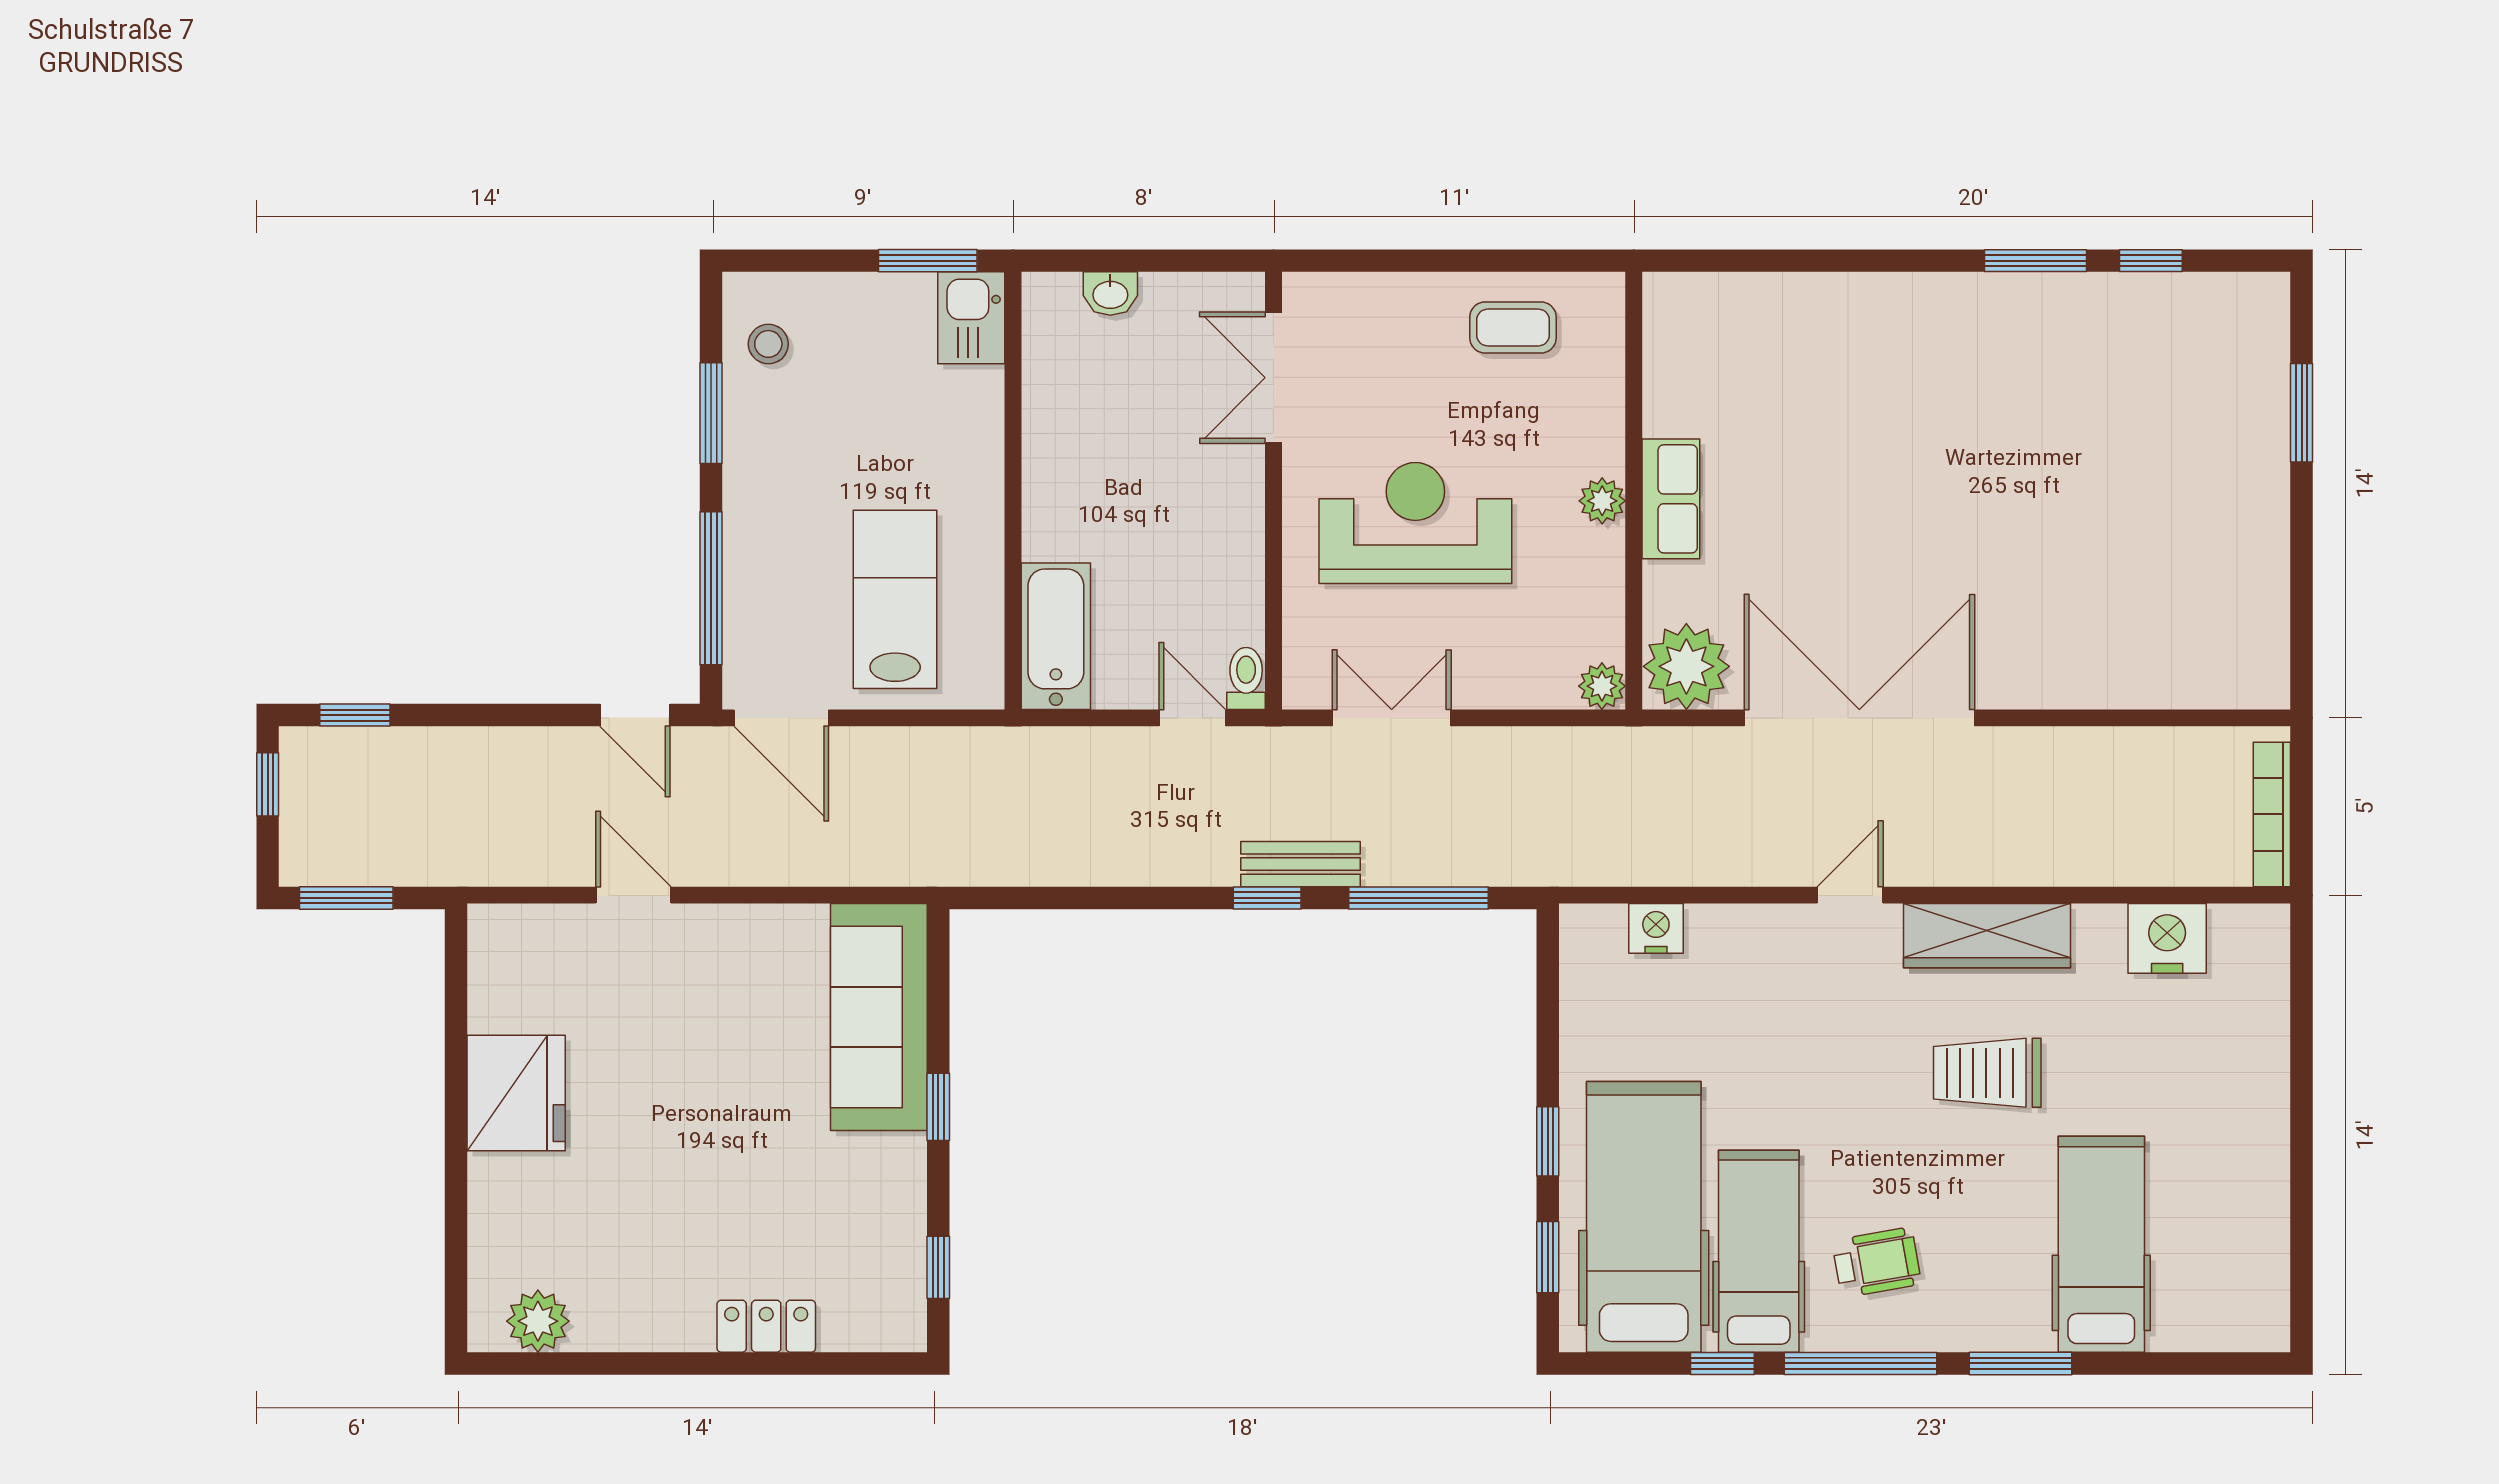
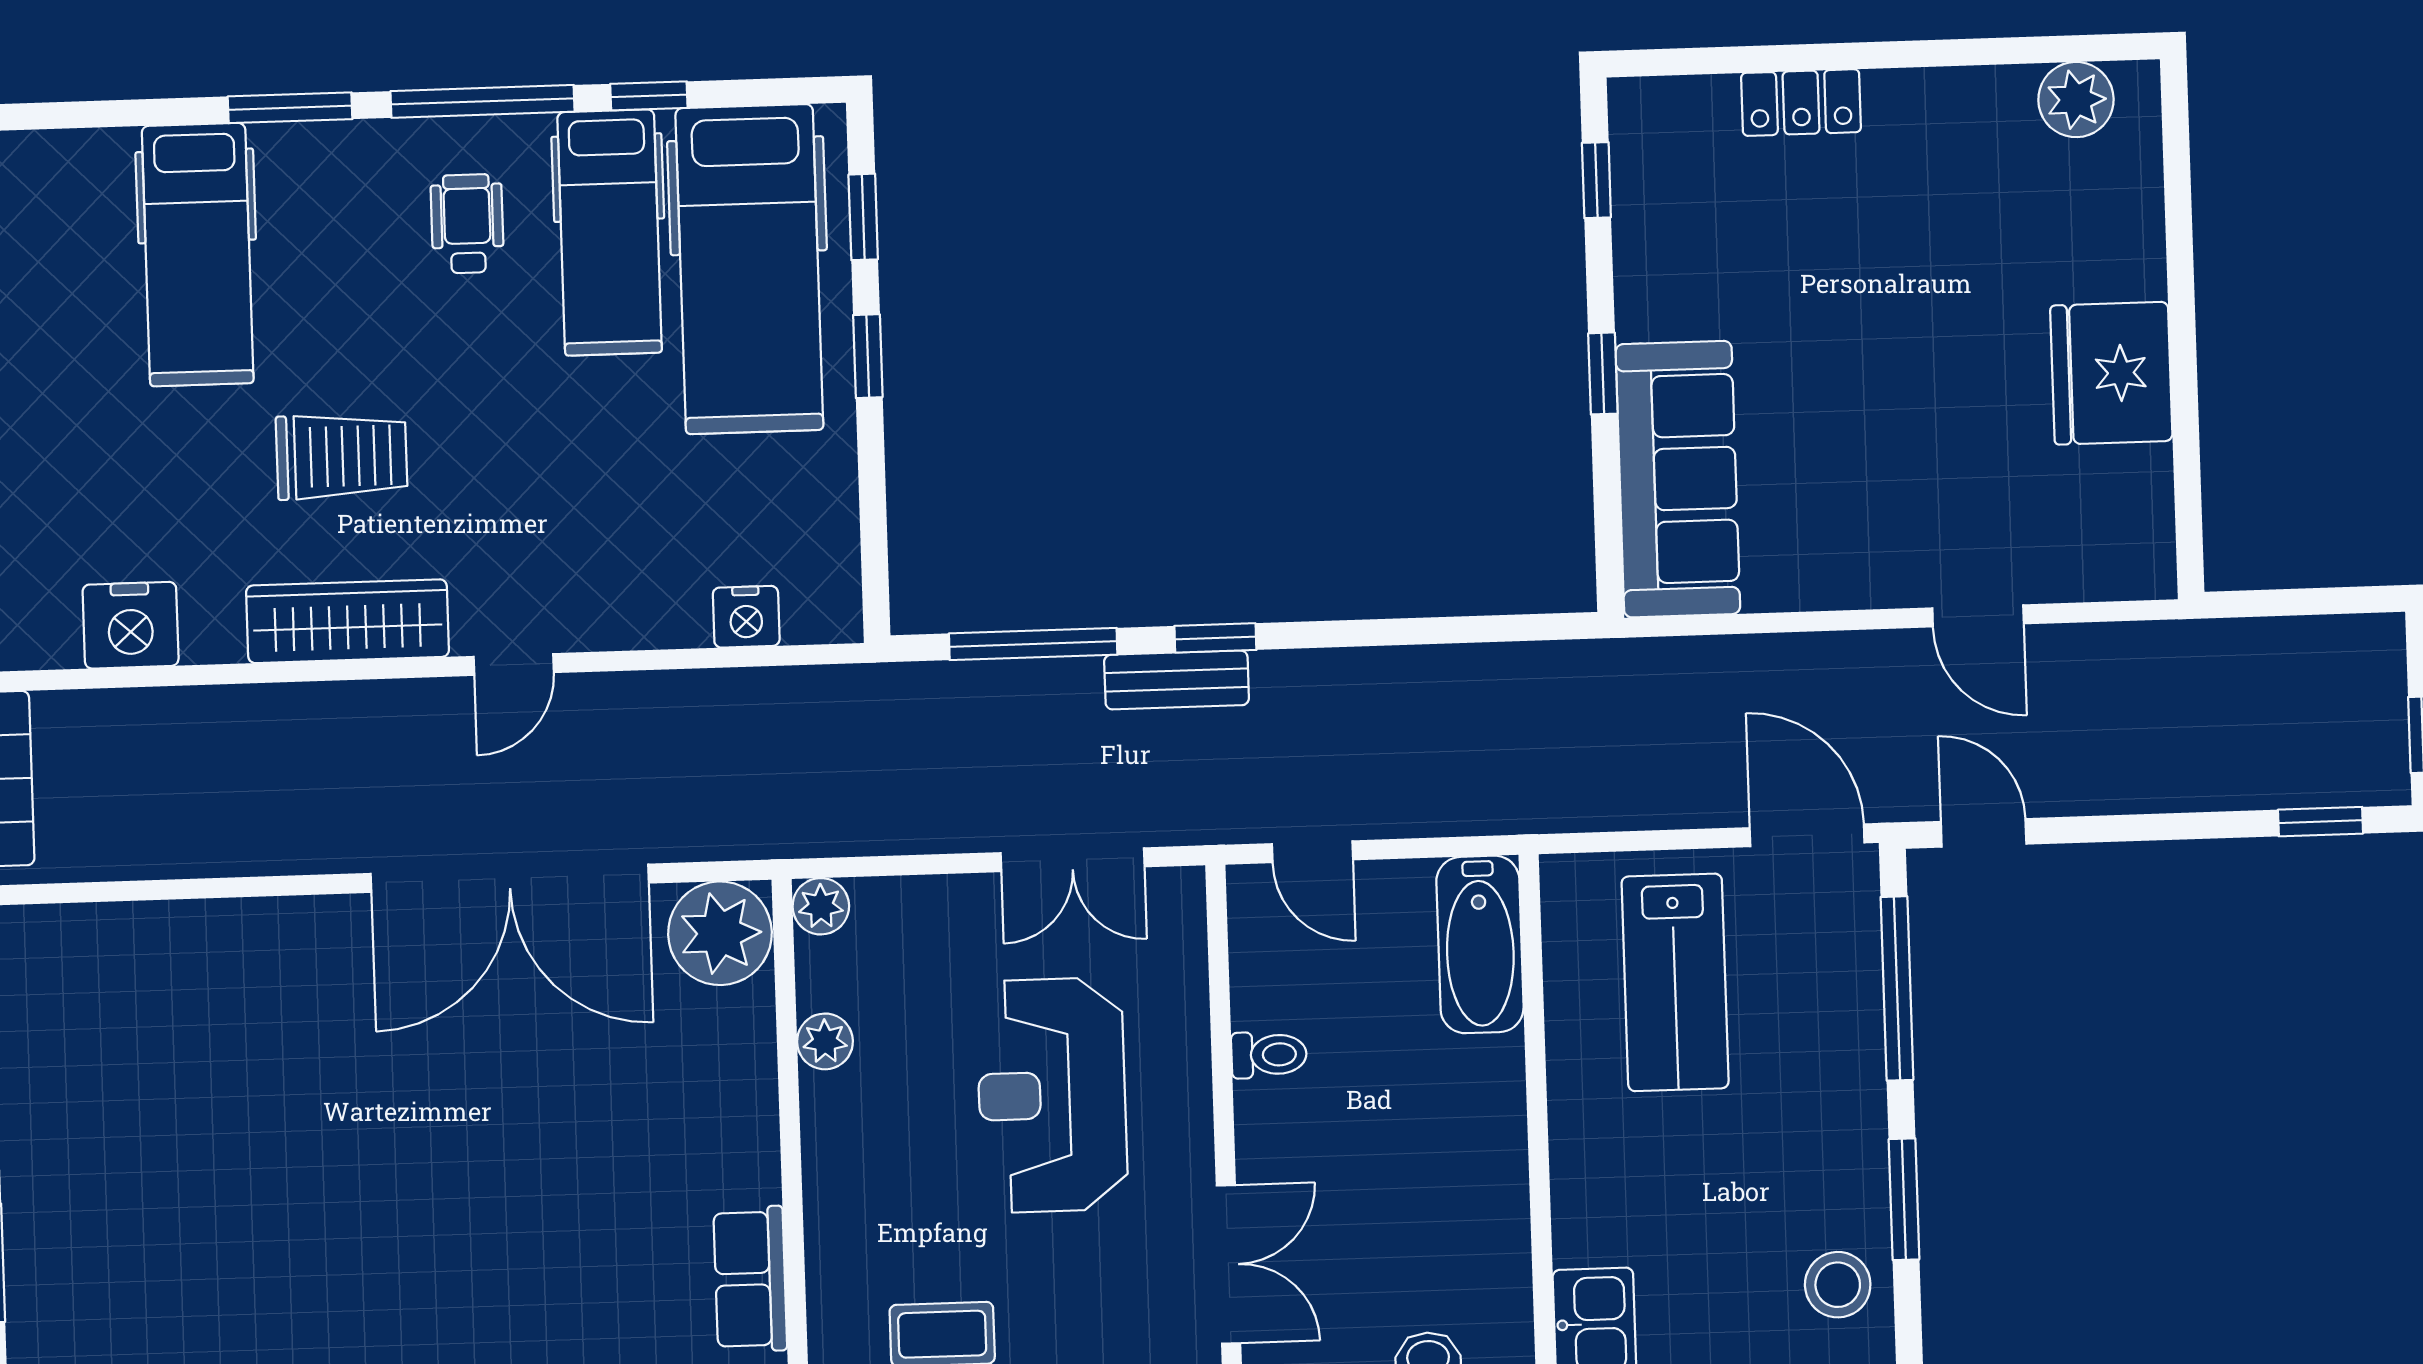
stool: (768, 344) -> (1838, 1285), width x1.37, depth x1.37
row of seats: (1671, 499) -> (750, 1279), moved
plant: (1602, 501) -> (825, 1041), moved
reception desk: (1415, 523) -> (1052, 1095), turned 90
toilet: (1246, 678) -> (1269, 1055), moved, turned -90
window: (346, 898) -> (2323, 601), removed
wheelchair: (1877, 1262) -> (467, 224), turned 100

